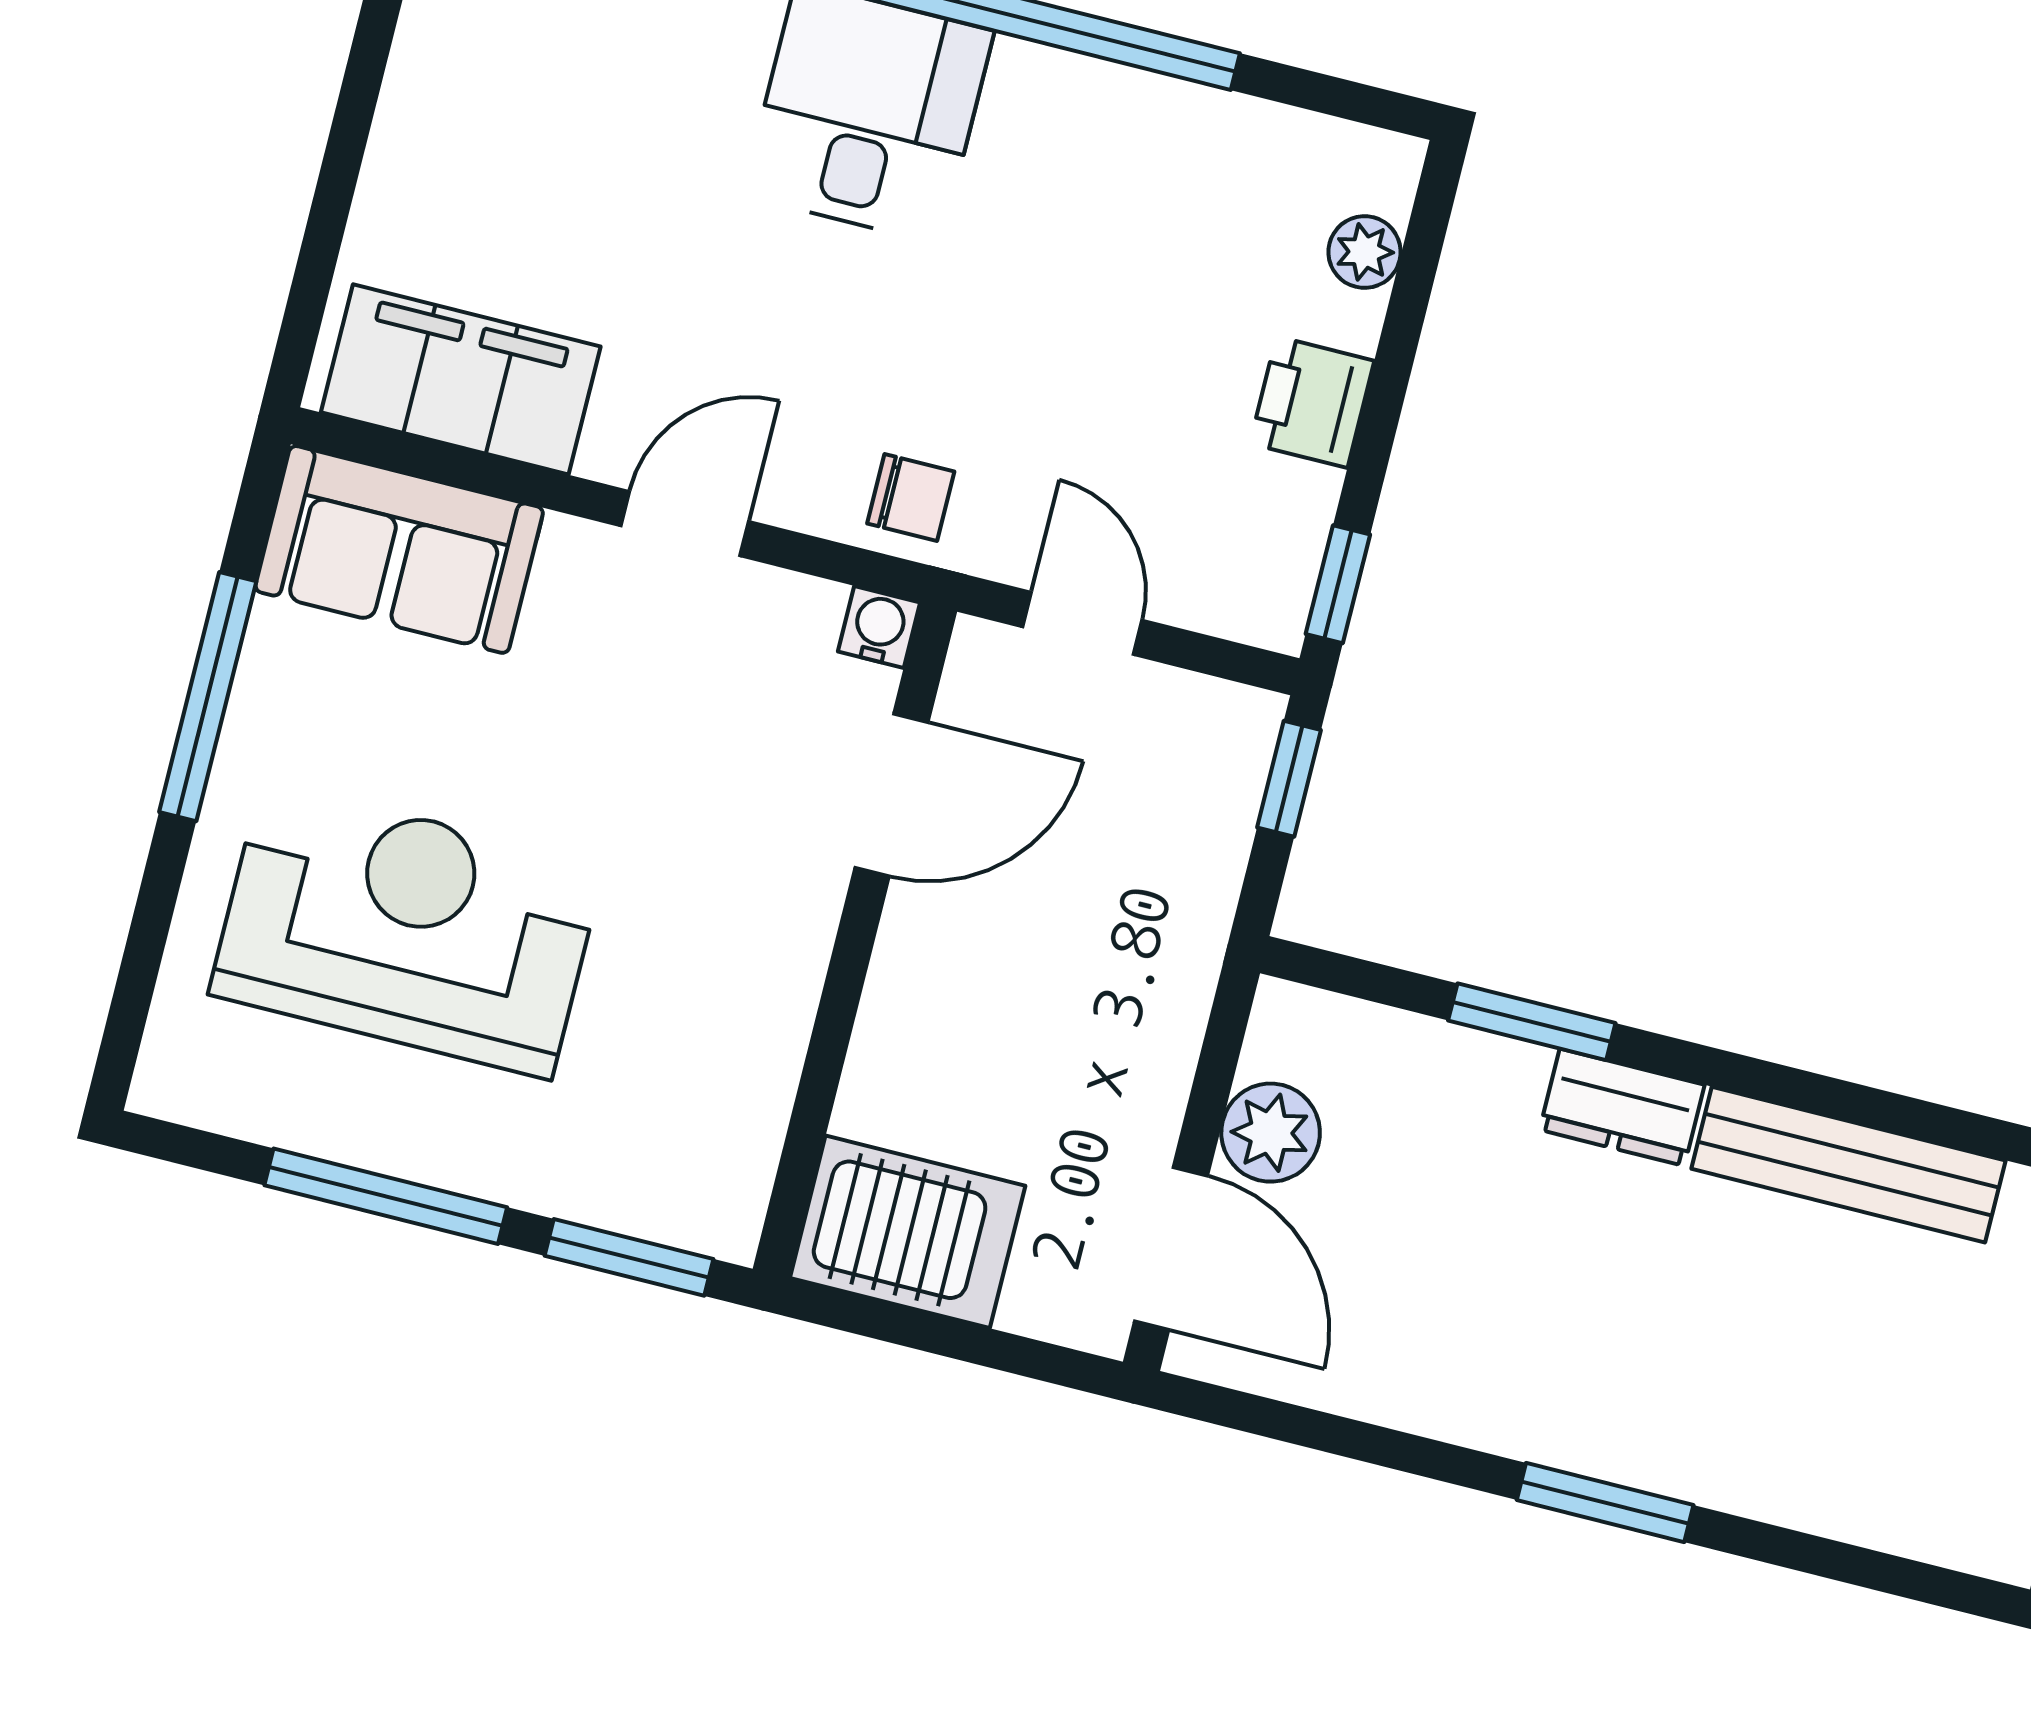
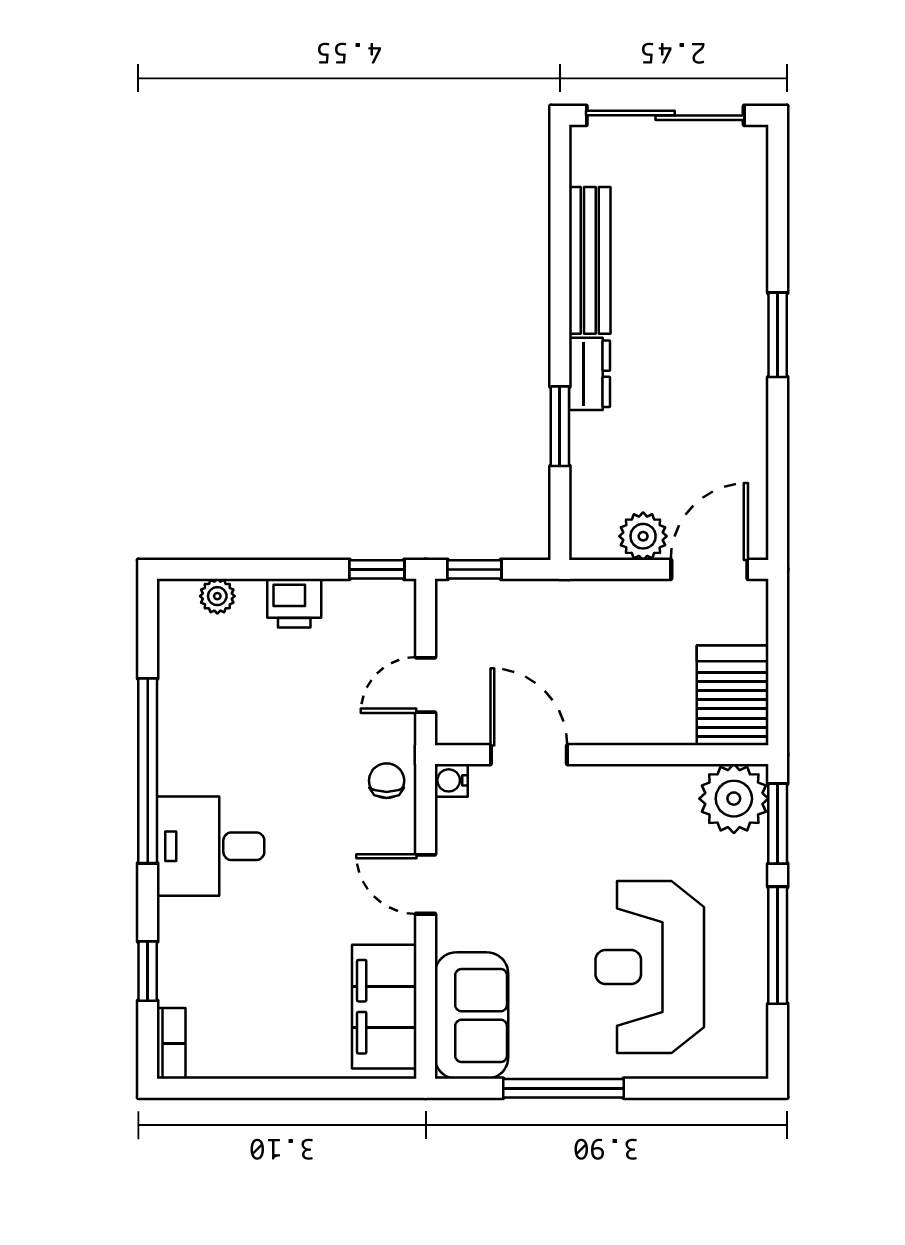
plant: (701, 1182) -> (734, 799), added

